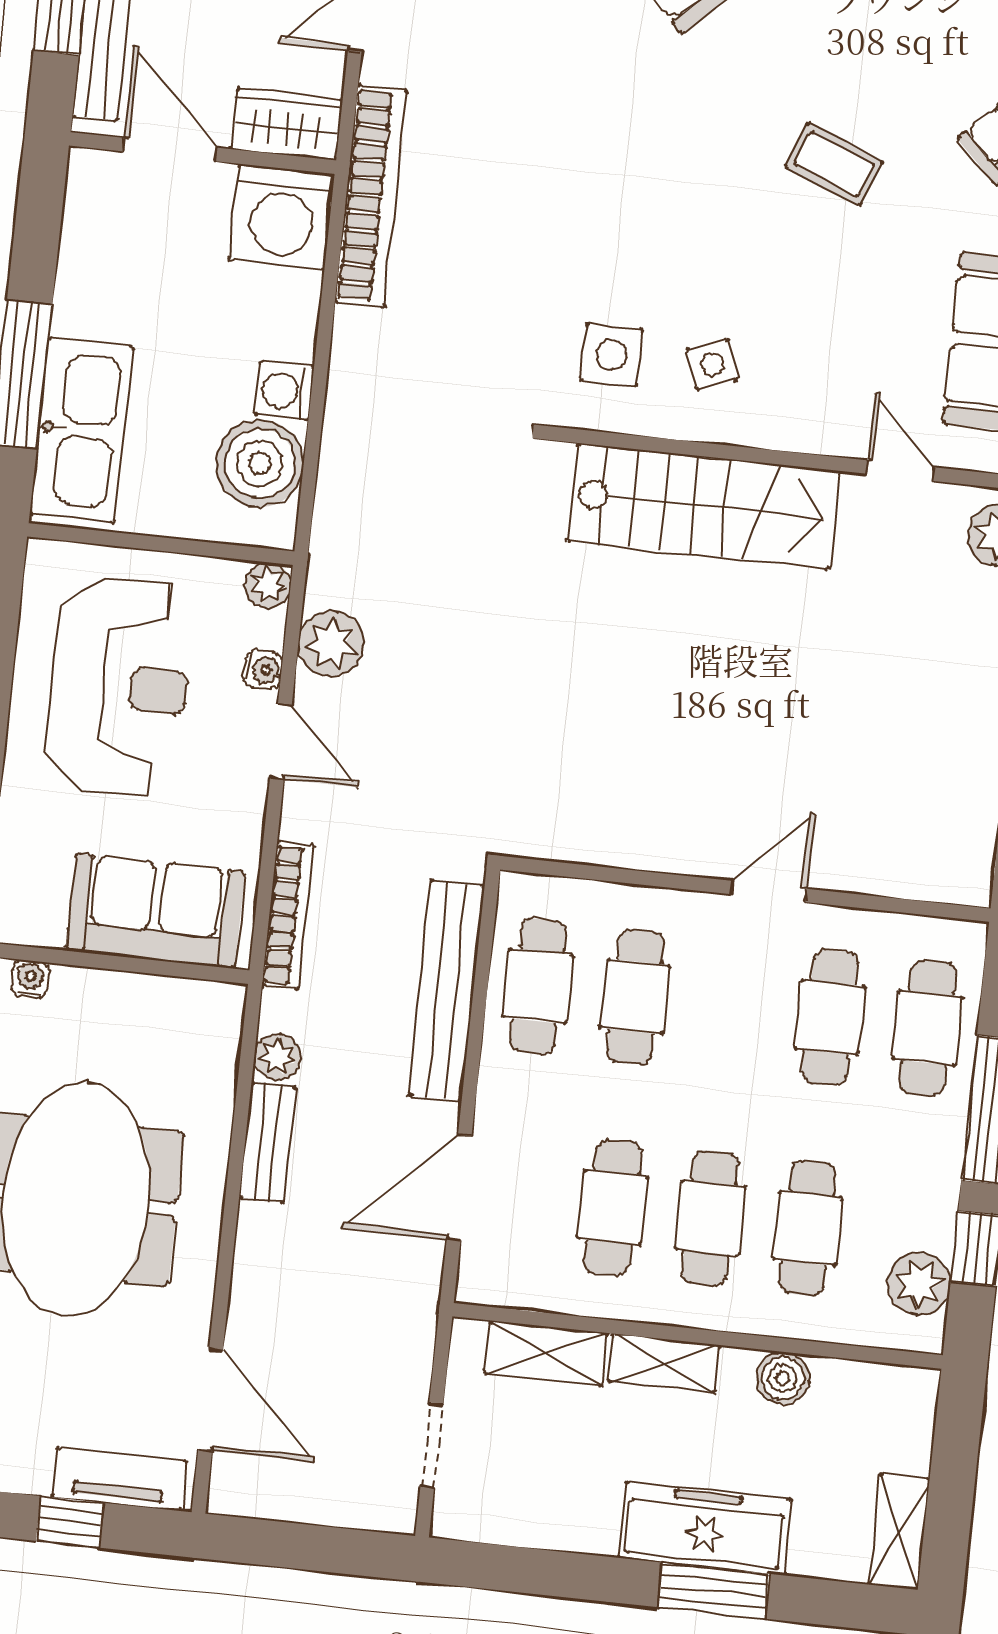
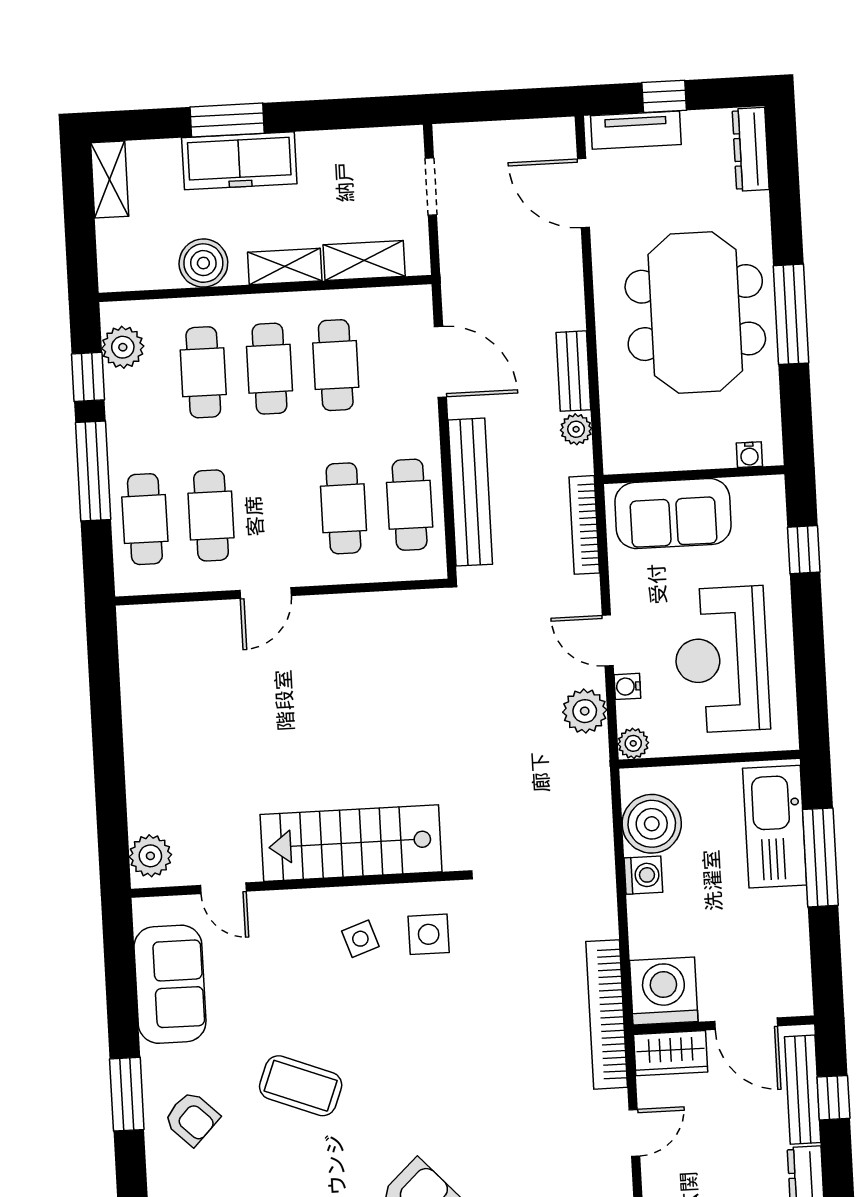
coffee table: (834, 164) -> (301, 1086), width x1.36, depth x1.30
door: (459, 1188) -> (440, 362), hinge flipped
boiler: (783, 1378) -> (203, 263), width x1.36, depth x1.36

